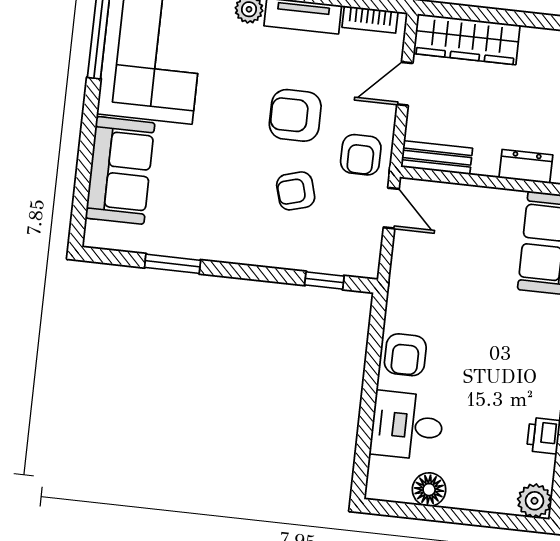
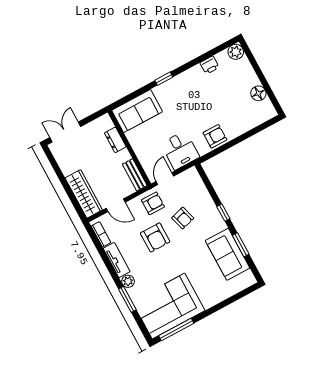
sofa: (120, 170) -> (228, 254), moved, turned -90
window: (324, 281) -> (223, 213), moved
desk: (407, 426) -> (180, 150), moved

